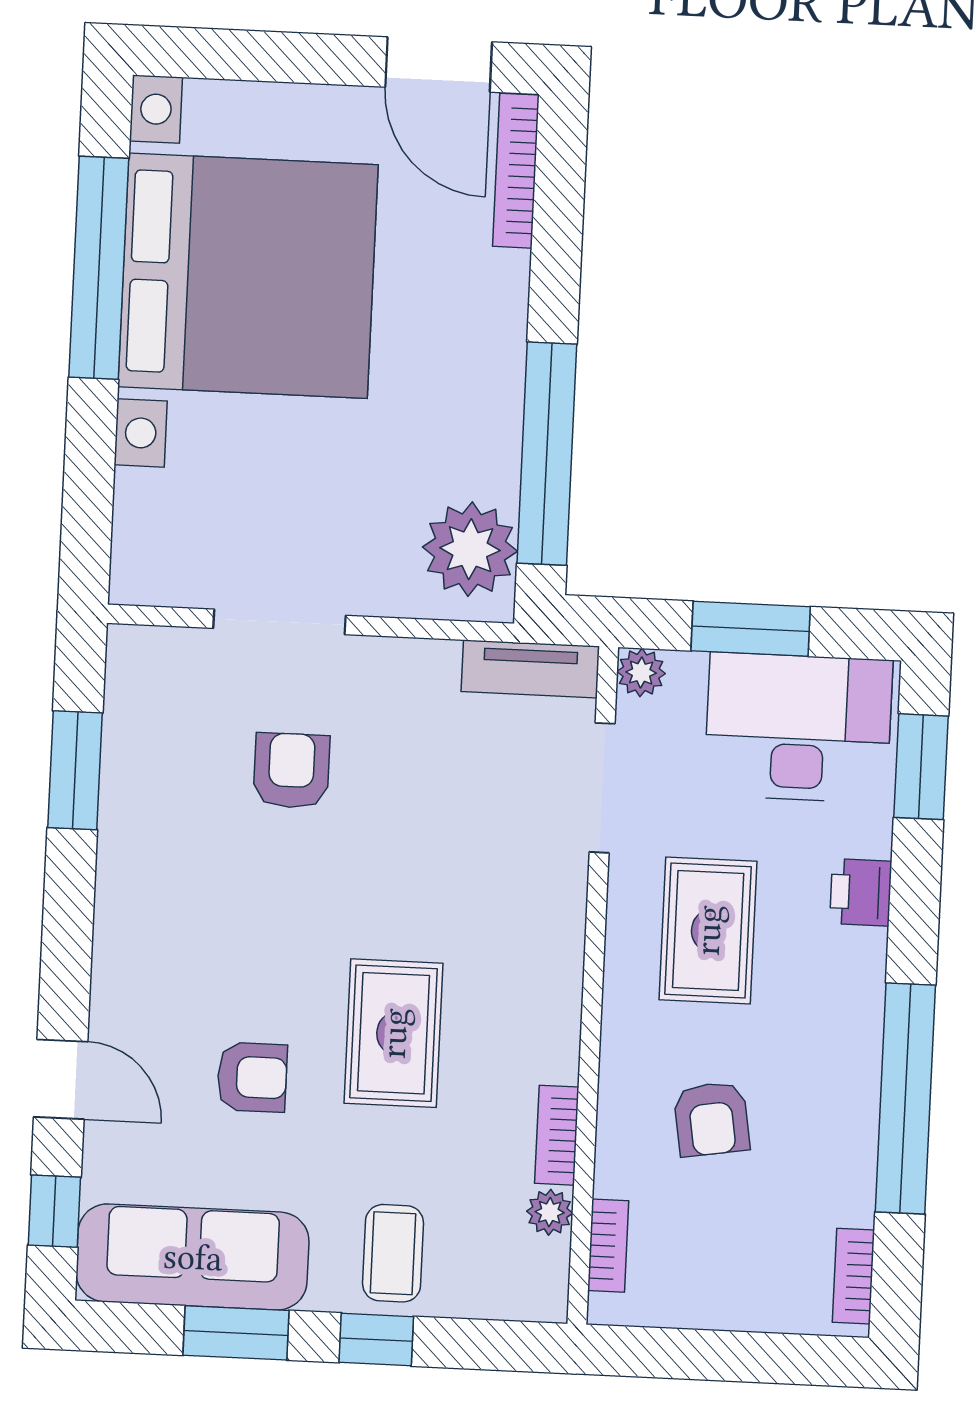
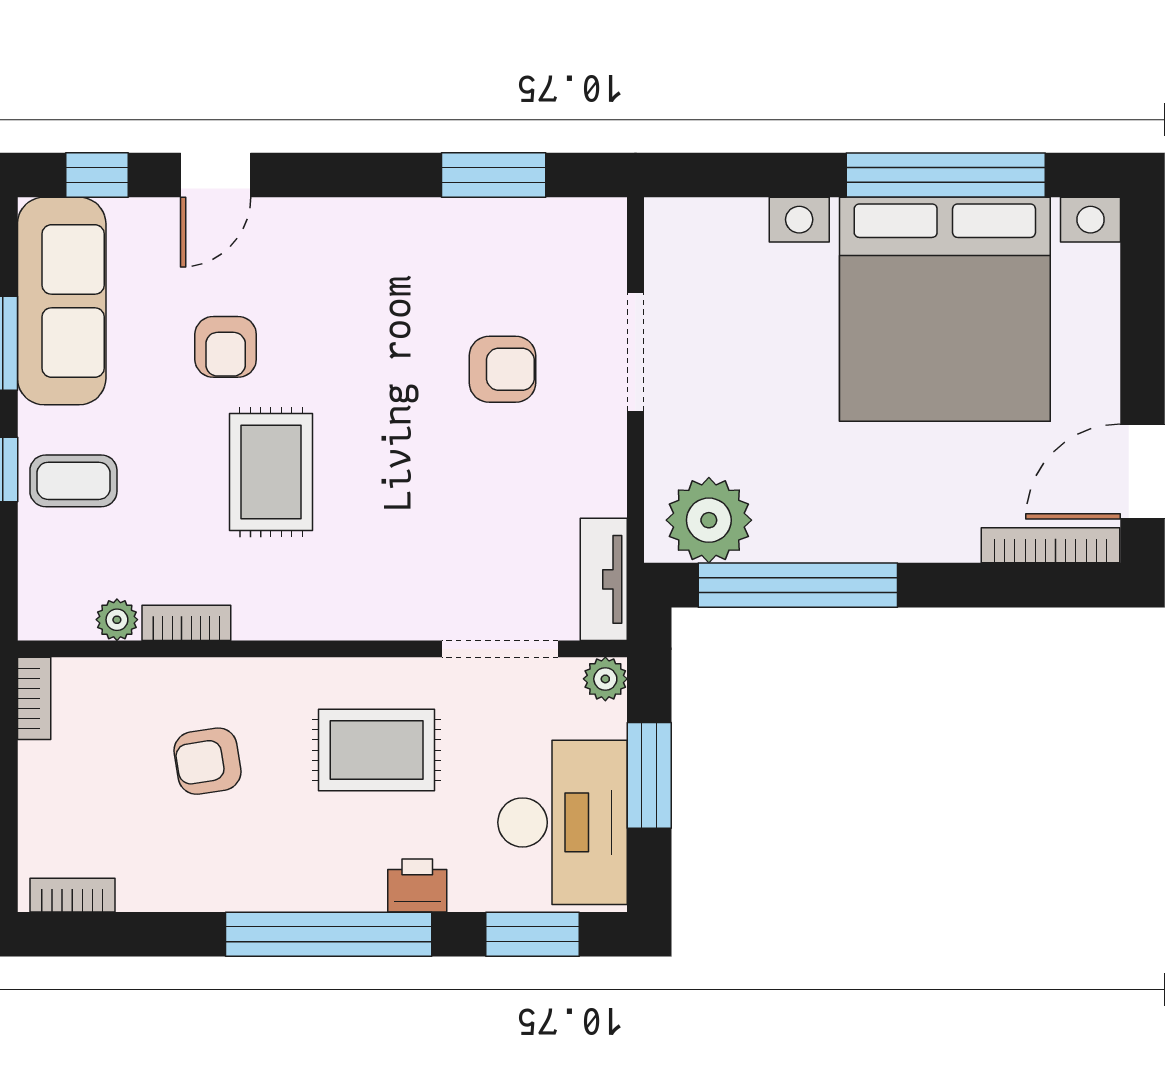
rug: (394, 1033) -> (271, 472), turned 90
window: (905, 1099) -> (329, 934), moved
bookcase: (608, 1246) -> (34, 698), moved, turned -90

